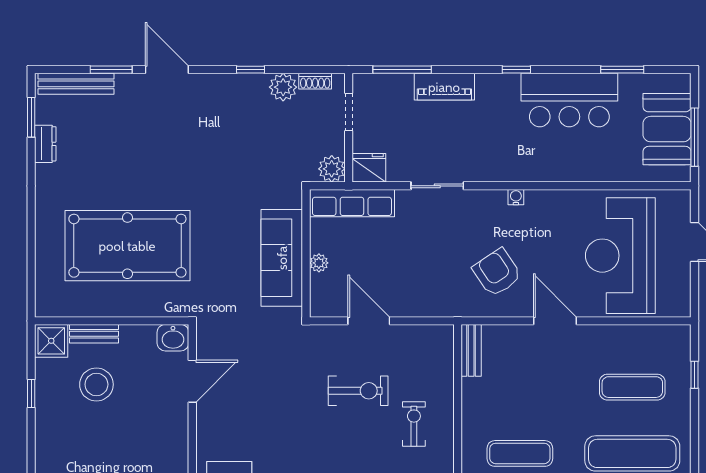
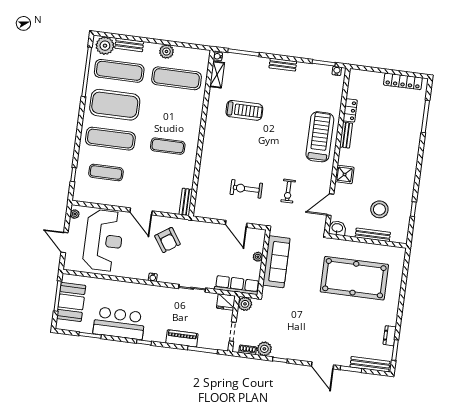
plant: (682, 299) -> (75, 214), added
bench: (94, 334) -> (373, 235), width x1.36
shower: (51, 341) -> (345, 174), moved
exercise bike: (414, 424) -> (288, 191), moved

